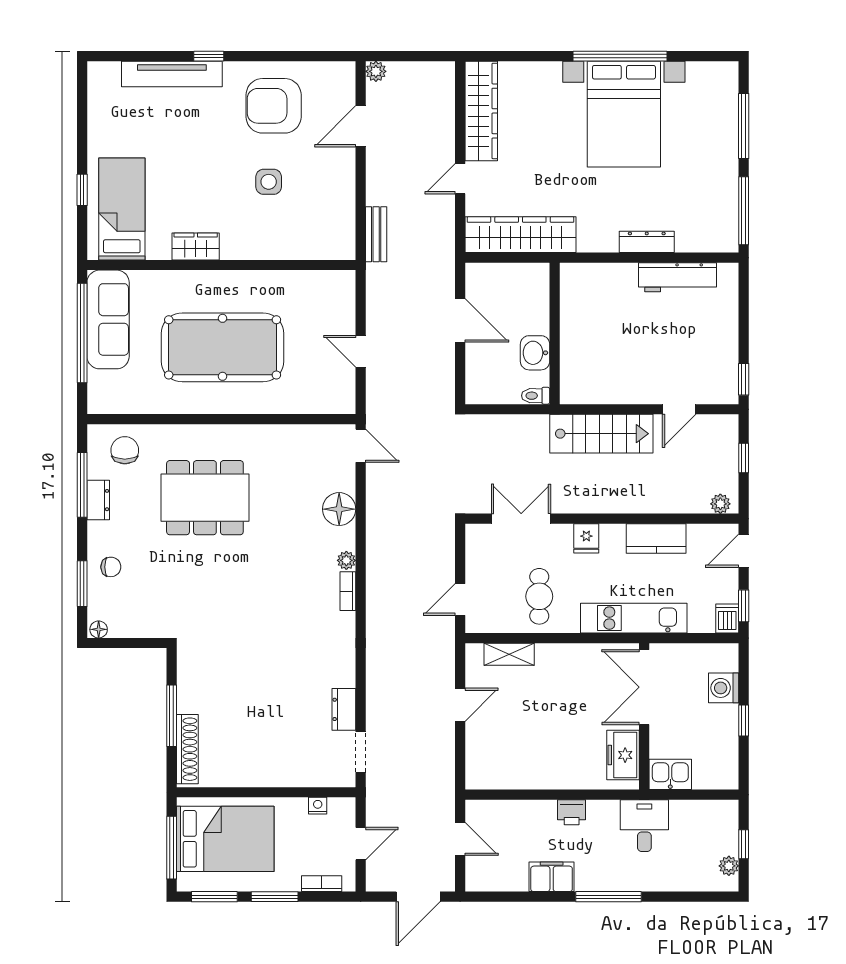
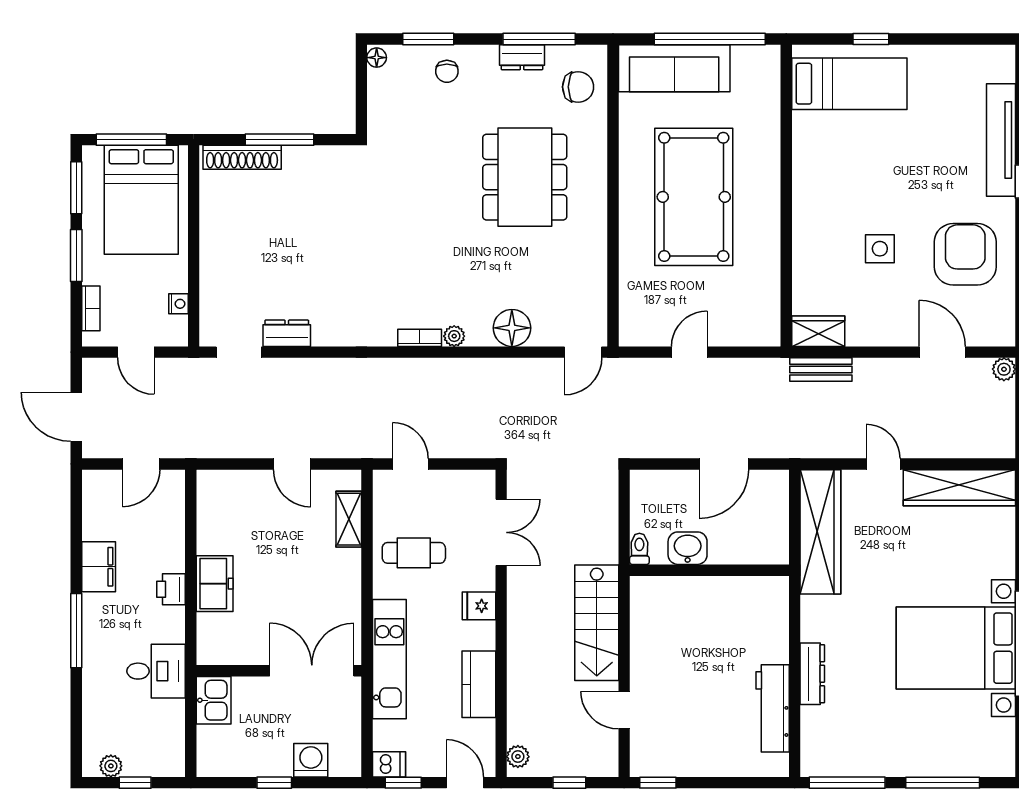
wardrobe: (196, 246) -> (818, 331), moved, turned -90
sofa: (108, 319) -> (674, 68), moved
freezer: (623, 755) -> (215, 584), moved, turned 90

